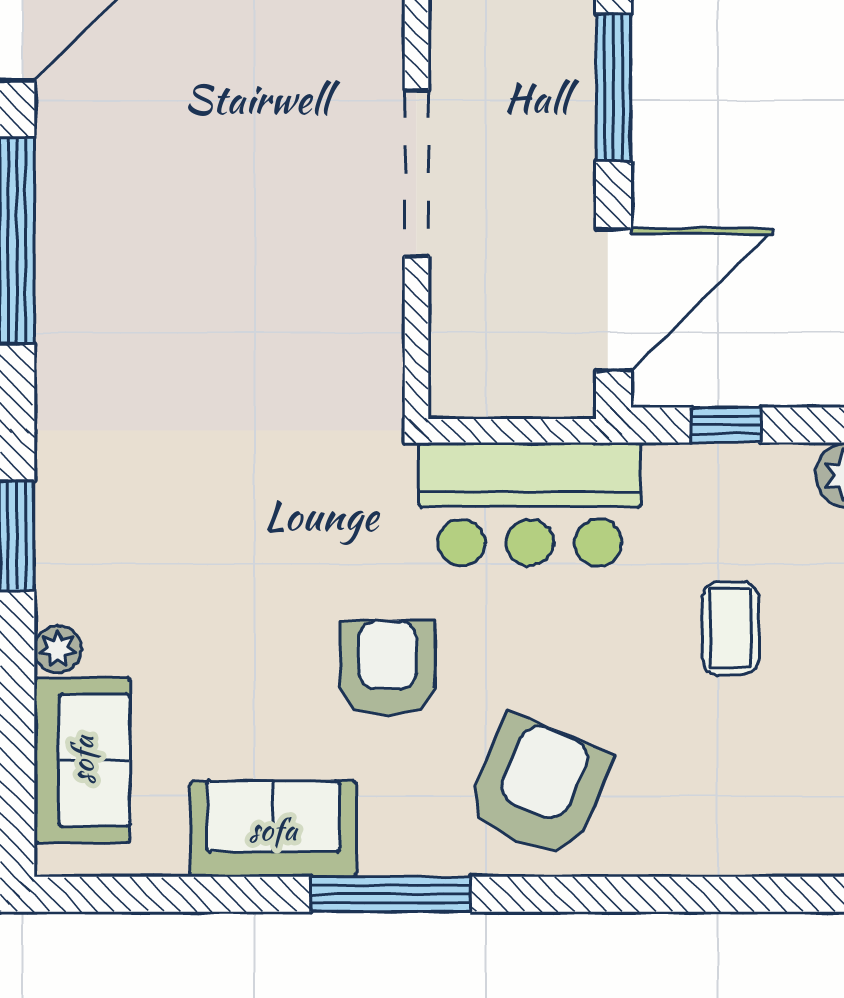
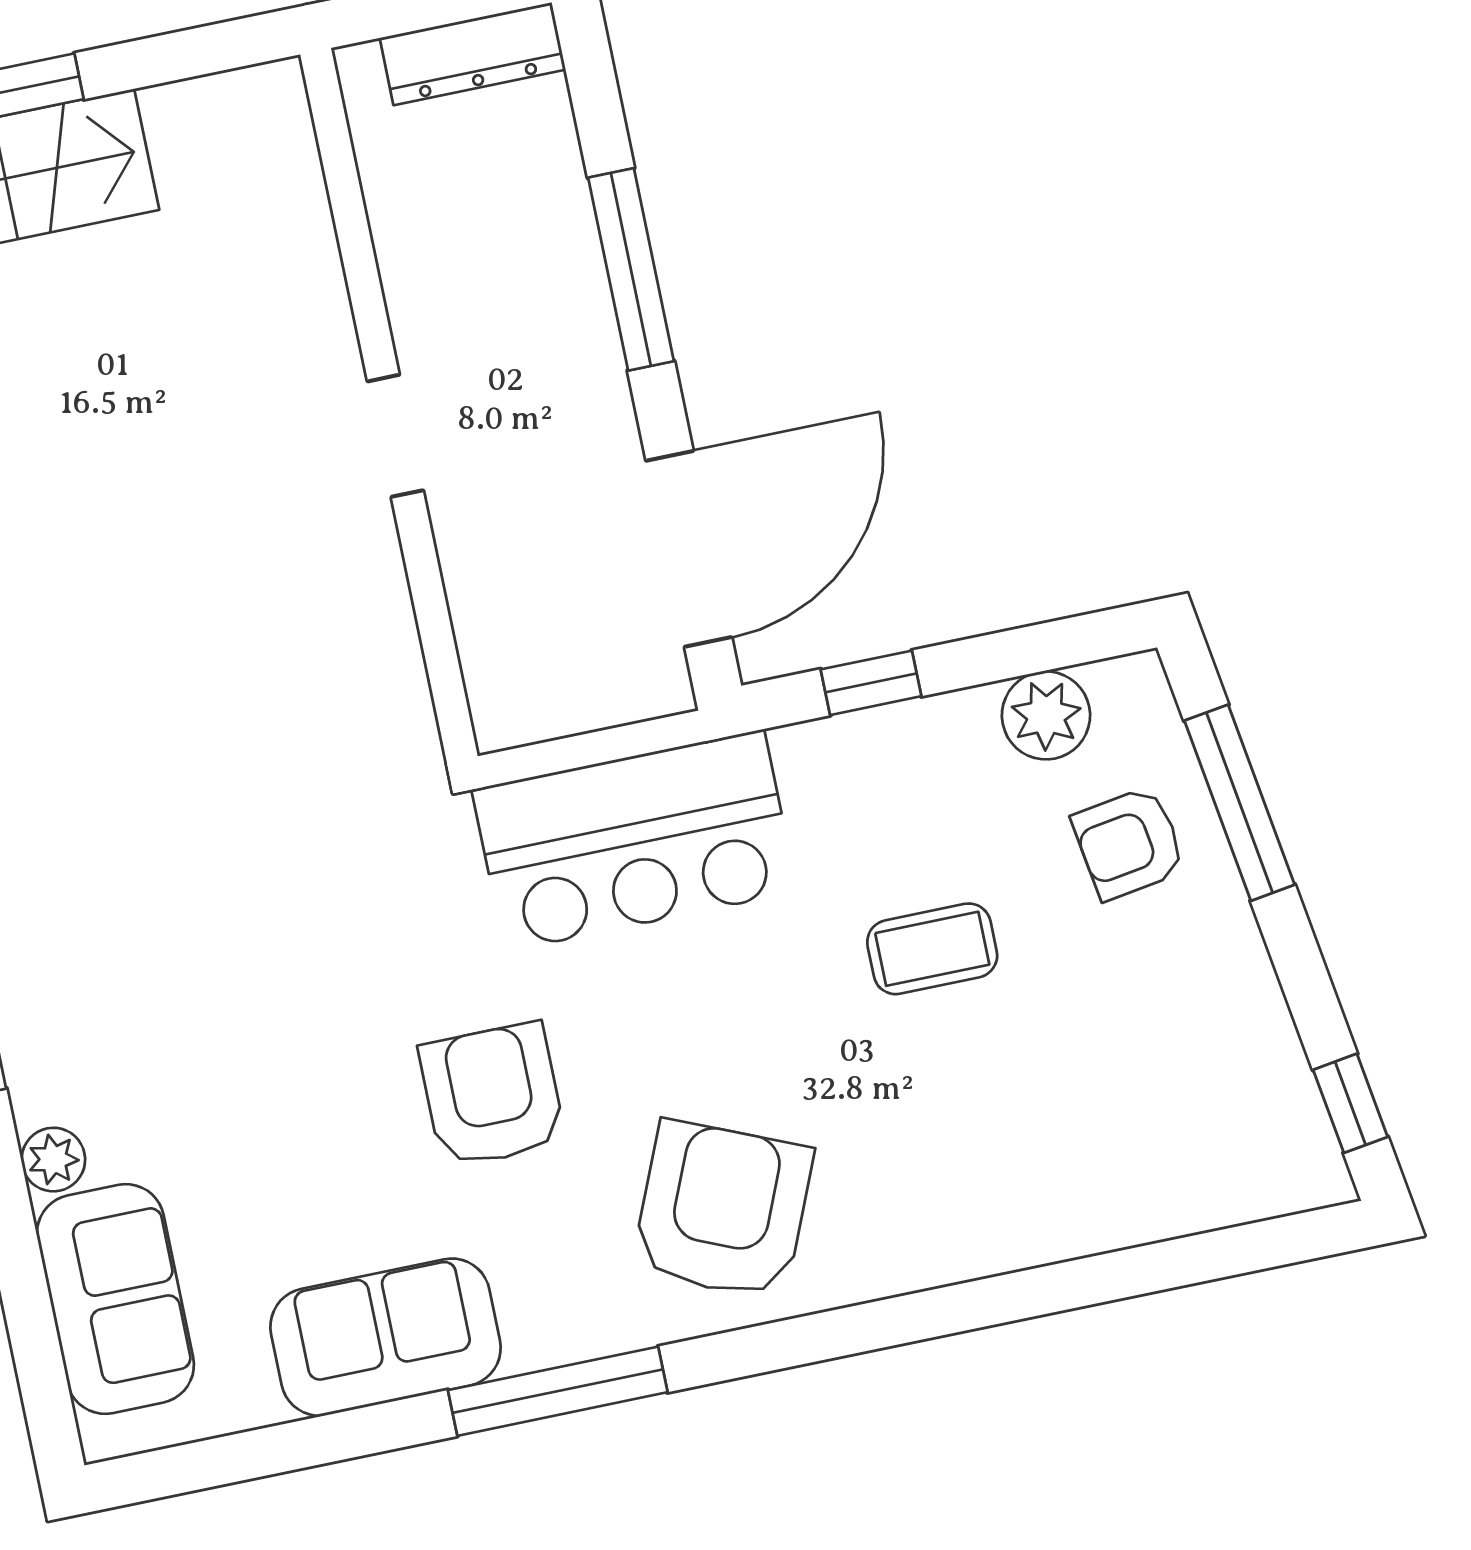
doorway: (416, 173) -> (395, 436), width x0.53
coffee table: (730, 628) -> (932, 949), turned 90

